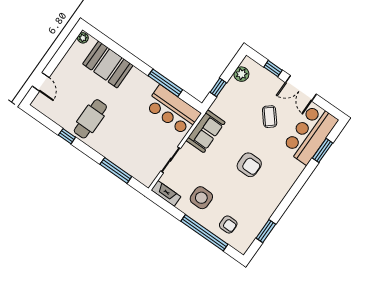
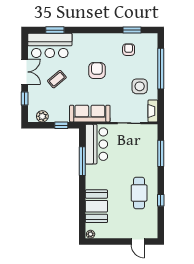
door: (41, 82) -> (138, 241), swing flipped
cafe table: (90, 119) -> (139, 193), turned 90
sofa: (206, 131) -> (90, 114), width x1.36
armchair: (228, 224) -> (129, 50), moved

